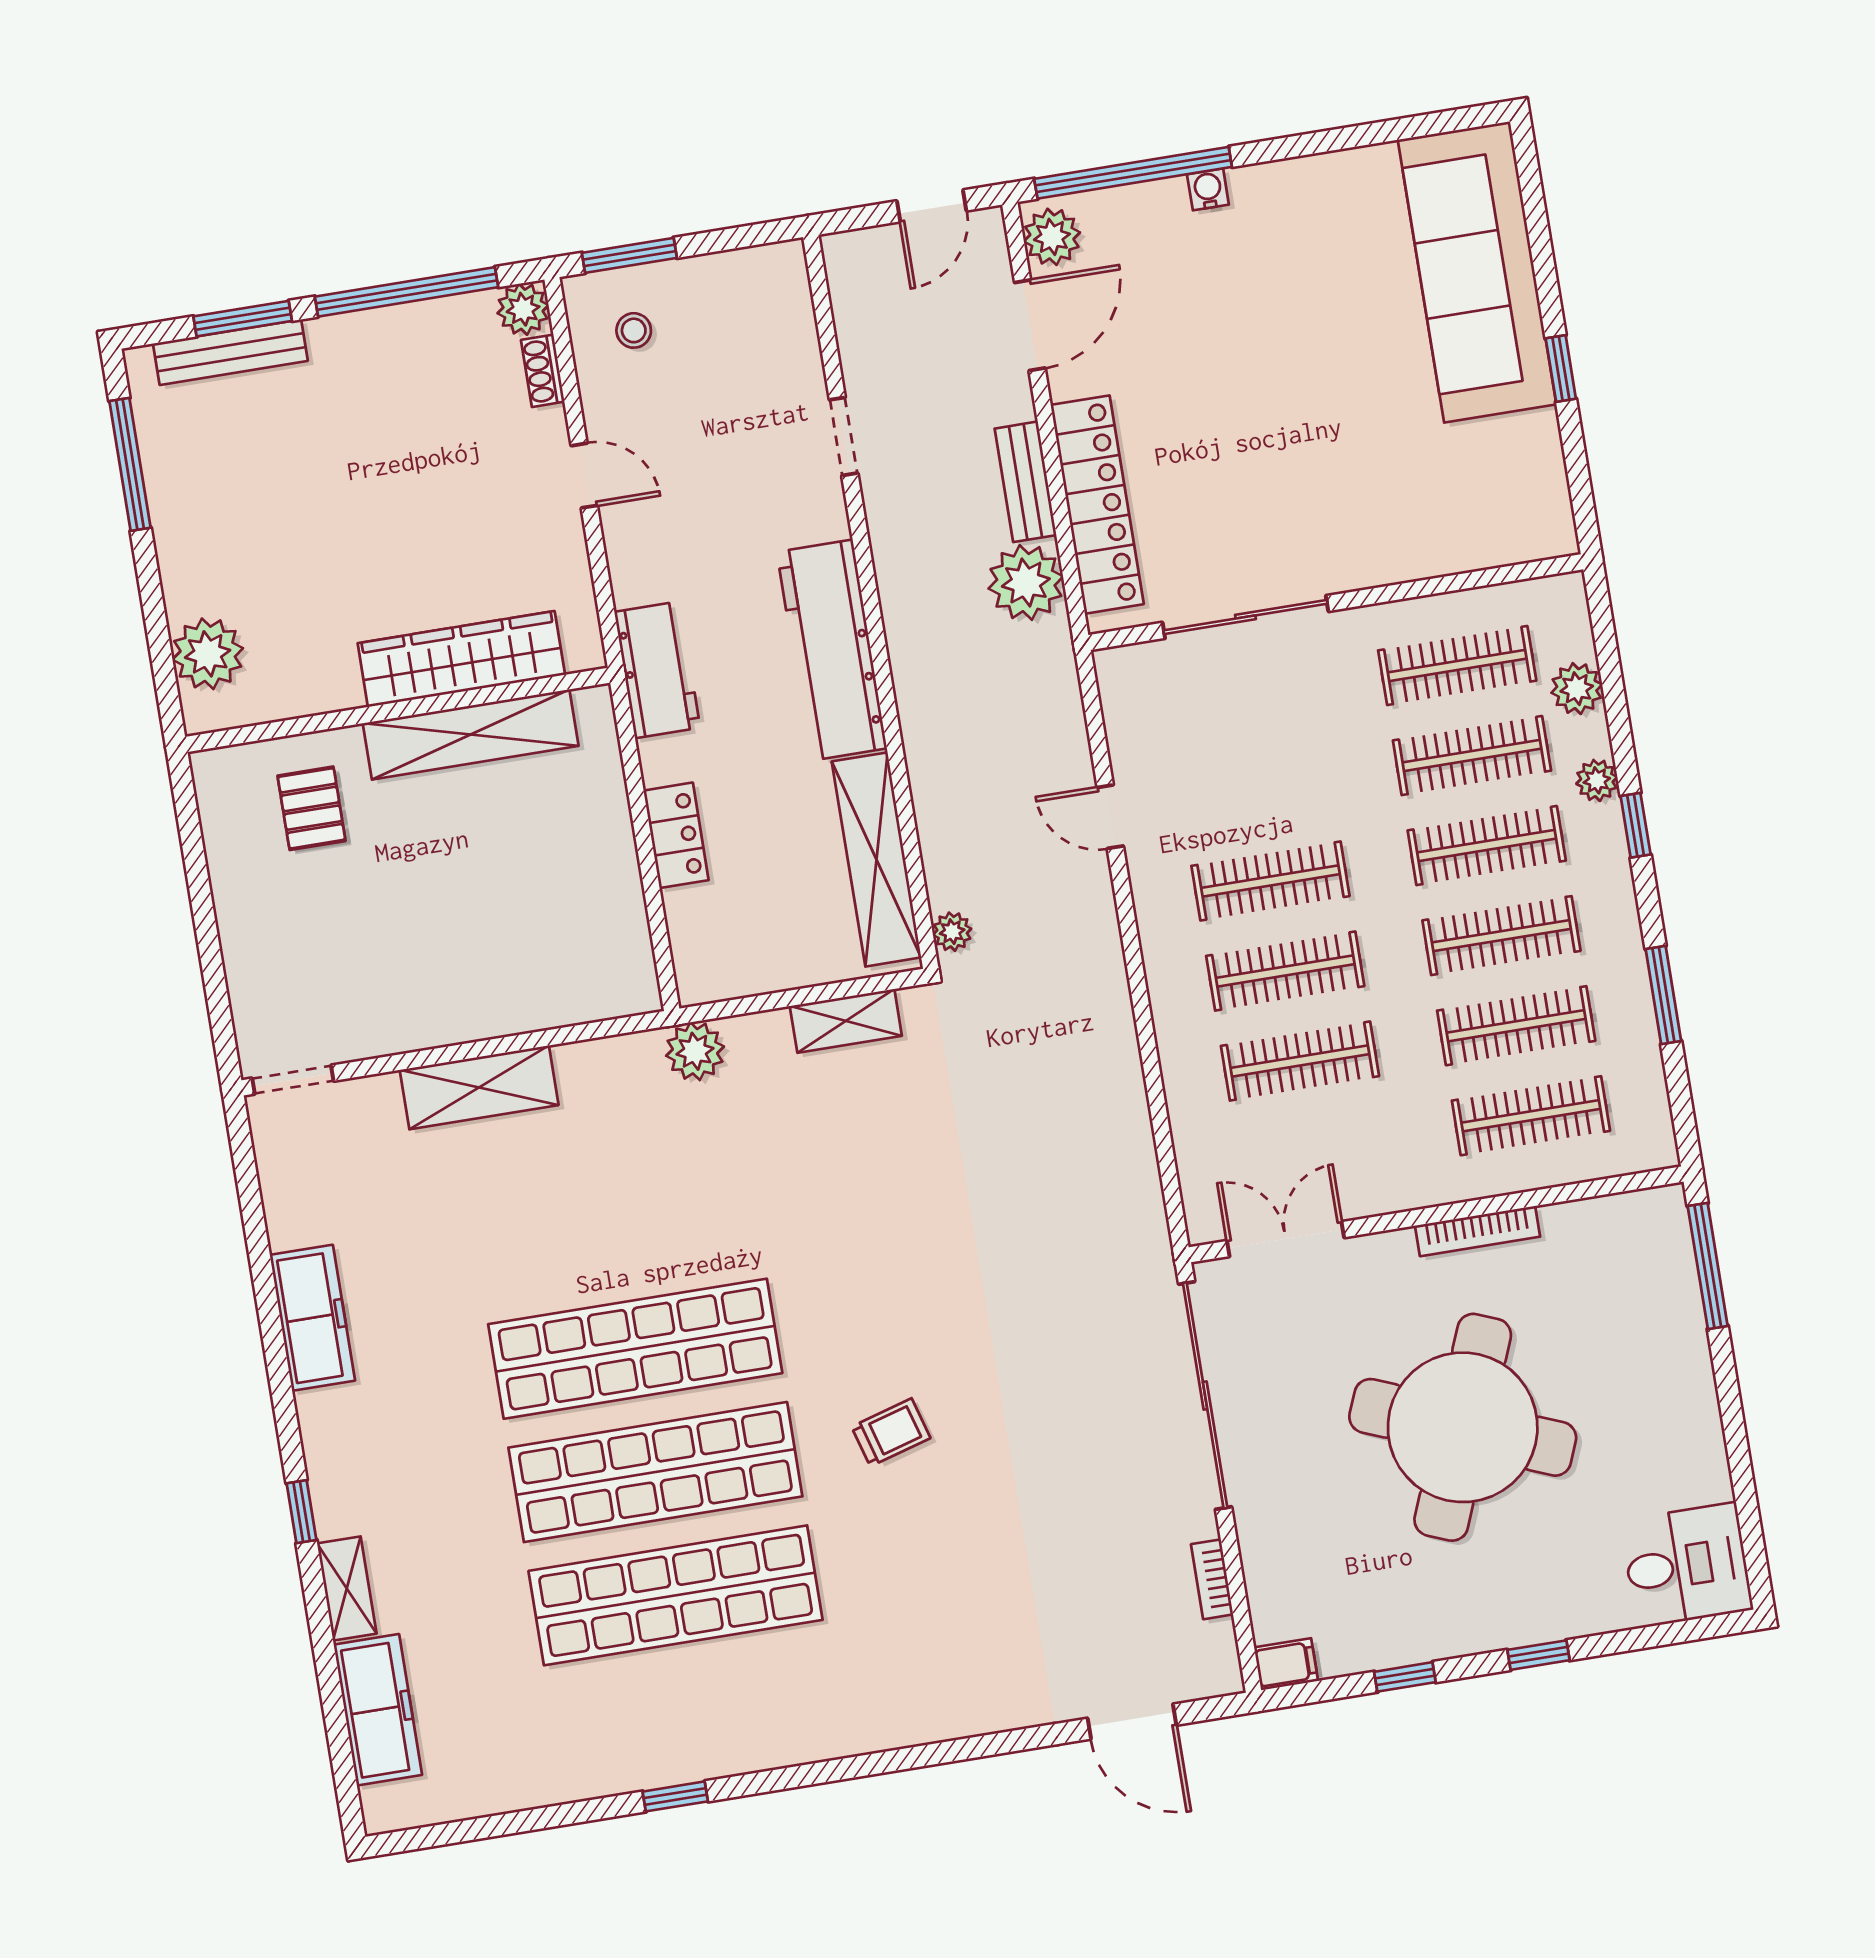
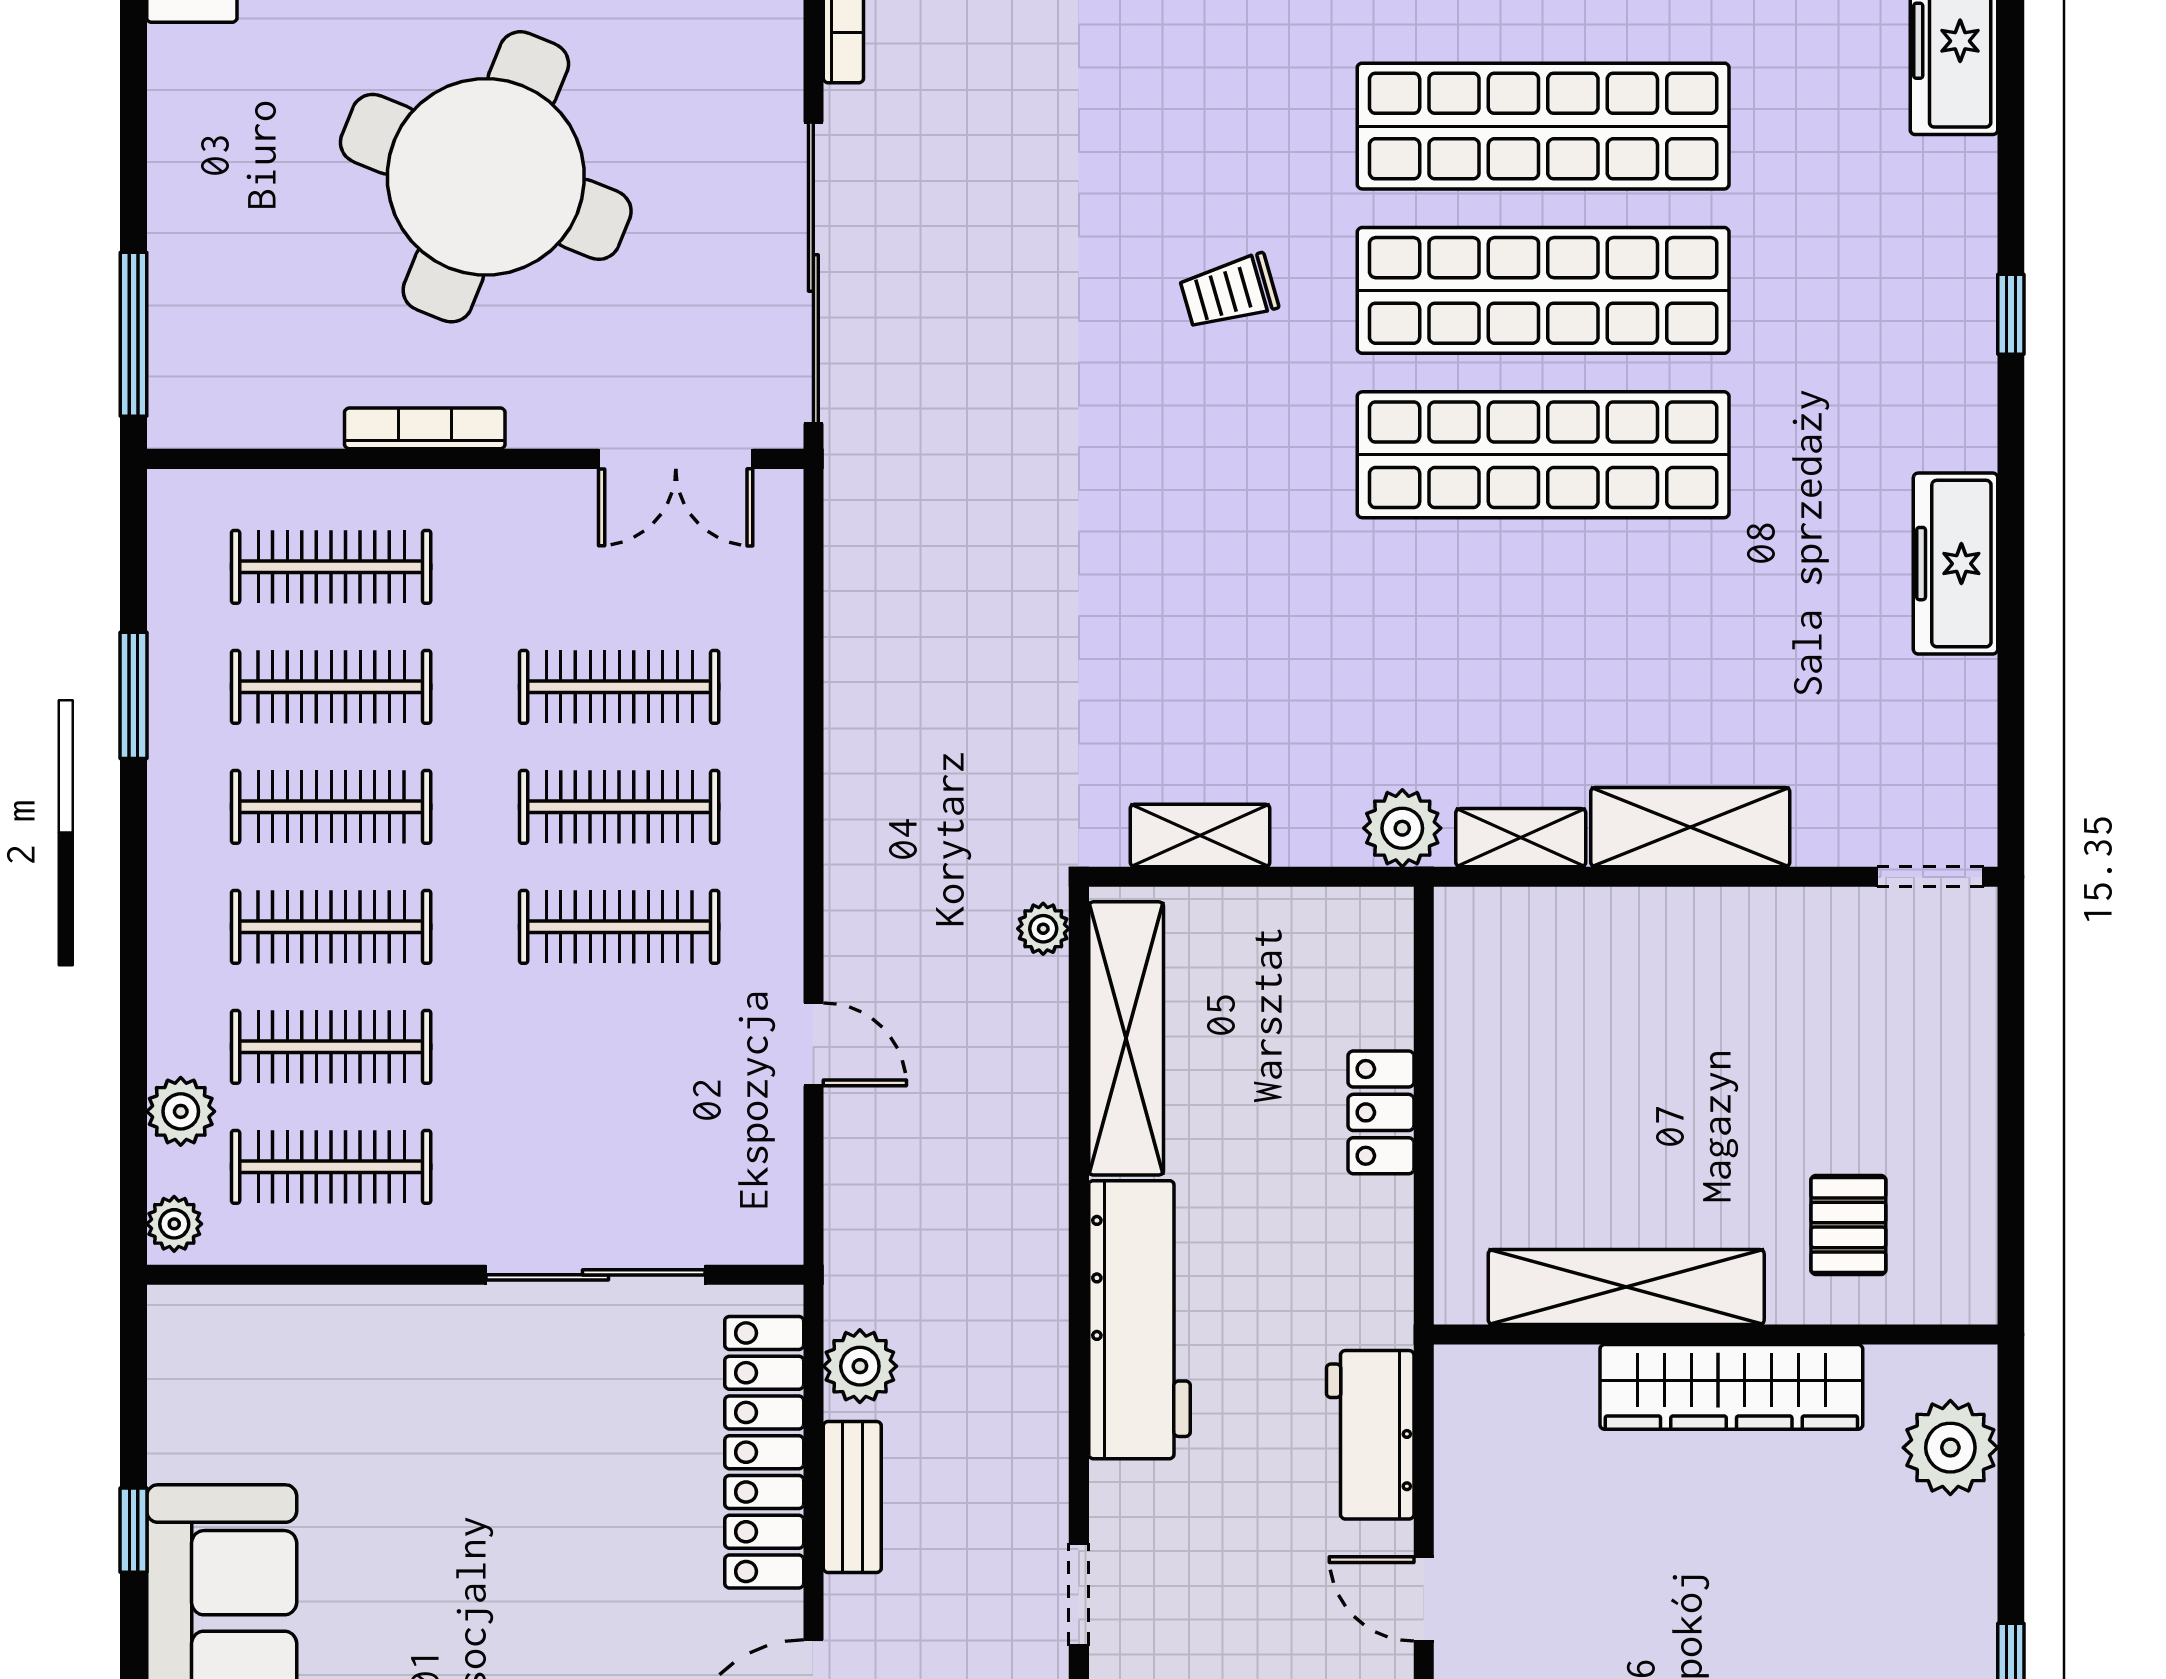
plant: (1026, 583) -> (860, 1366), width x0.73, depth x0.73
wardrobe: (461, 659) -> (1731, 1387), moved
workbench: (657, 670) -> (1370, 1435), moved
plant: (1597, 780) -> (174, 1224), moved
window: (1636, 825) -> (133, 922), removed
shelving: (347, 1588) -> (1521, 838), moved, turned 90

